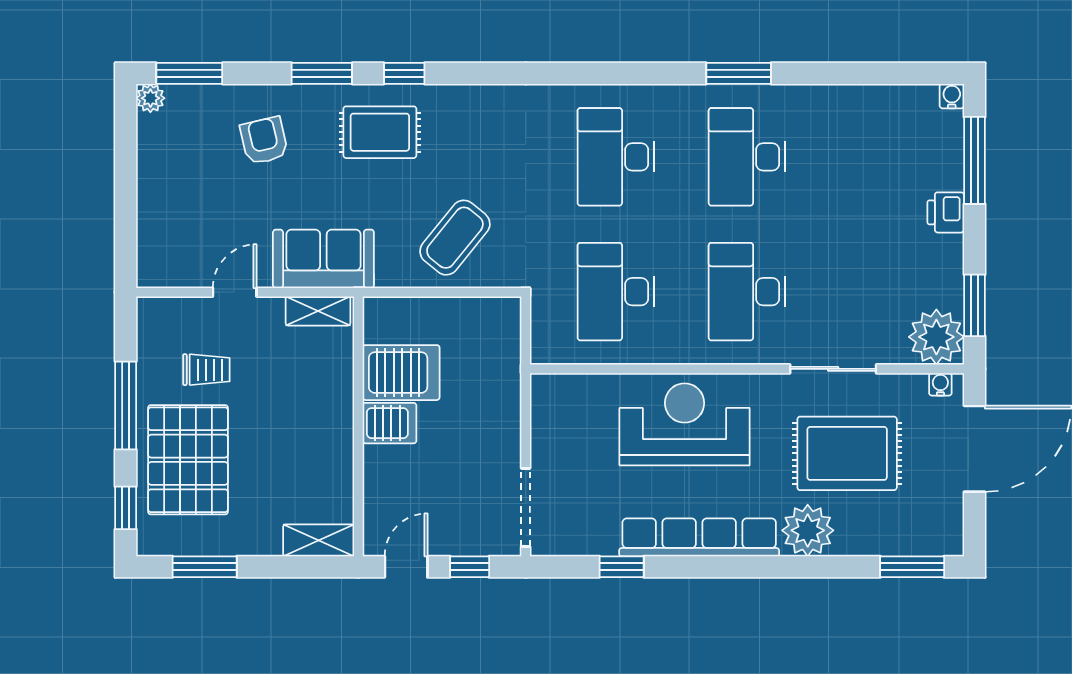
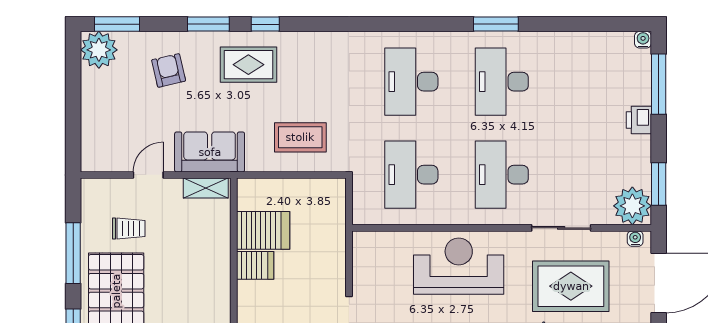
plant: (150, 98) -> (99, 50), width x1.88, depth x1.88
coffee table: (455, 238) -> (300, 137), turned 51

